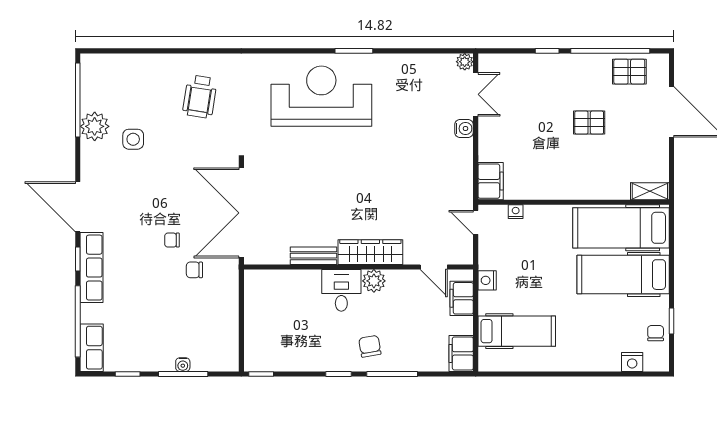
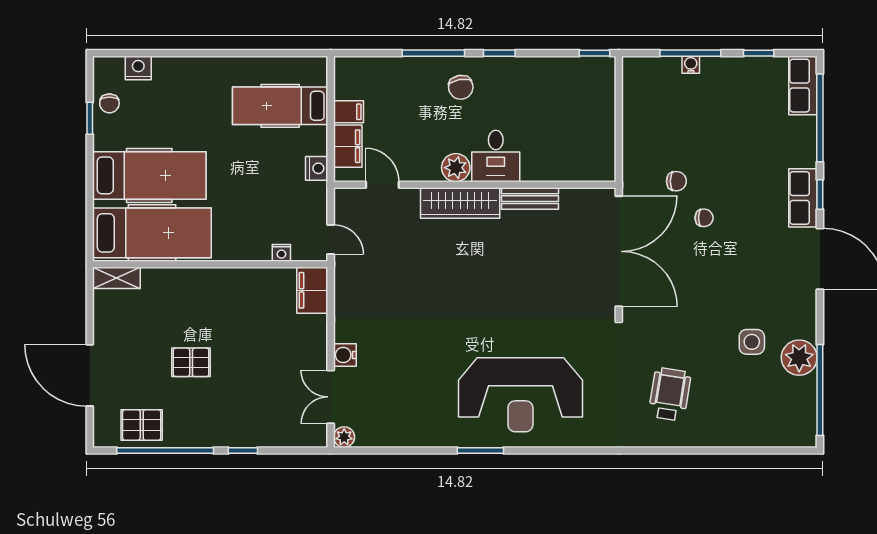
row of seats: (92, 268) -> (803, 198), width x0.68
filing cabinet: (461, 353) -> (349, 112), moved, width x0.50

